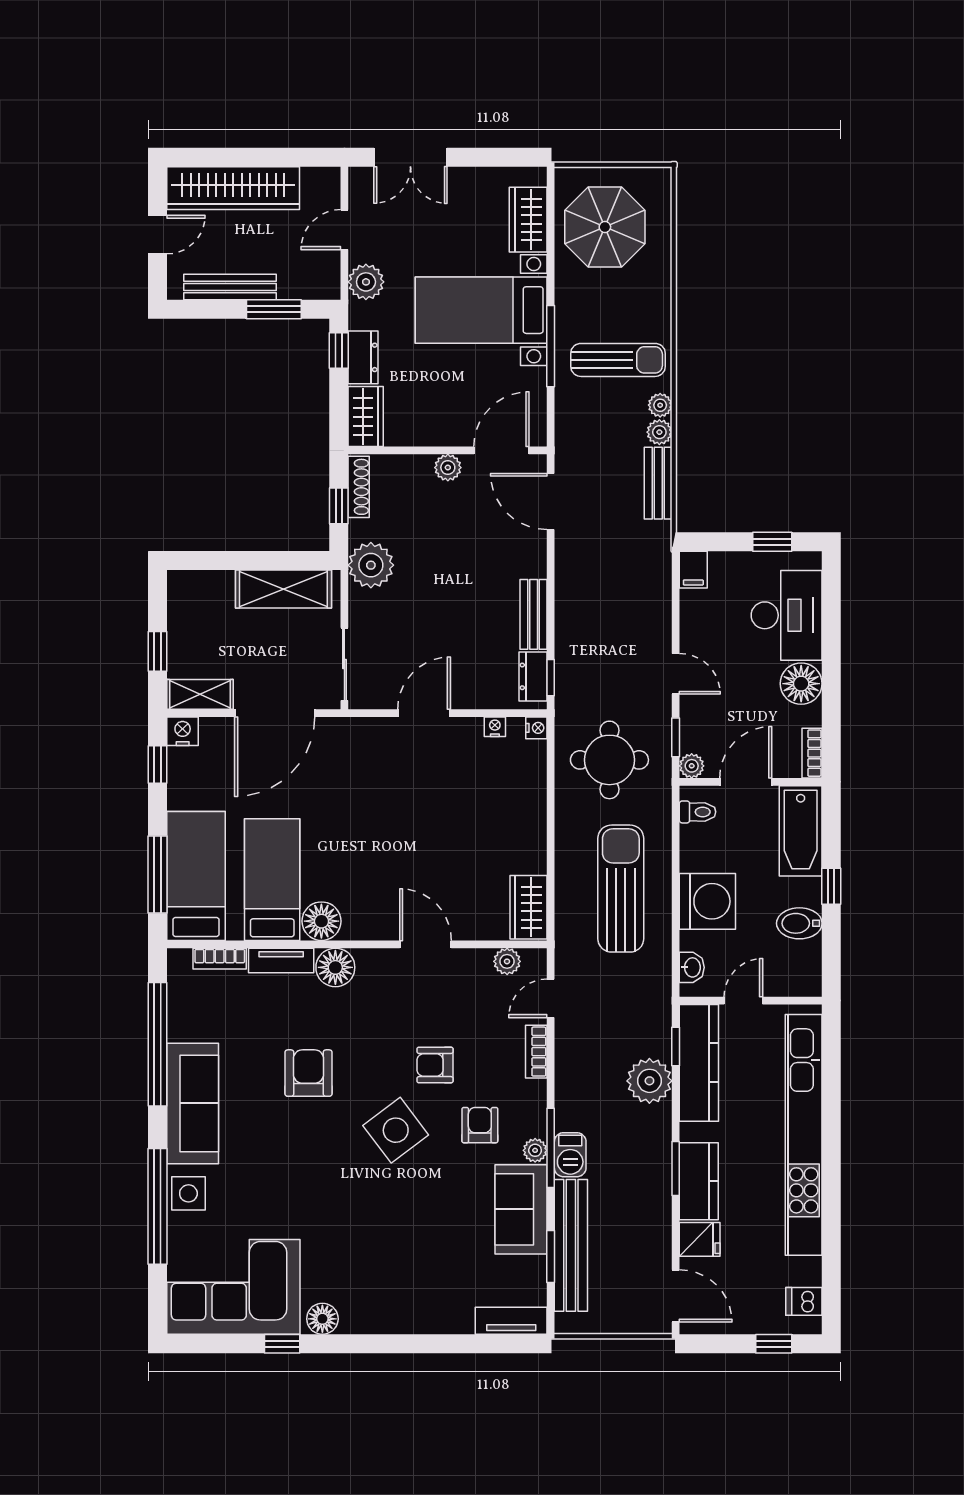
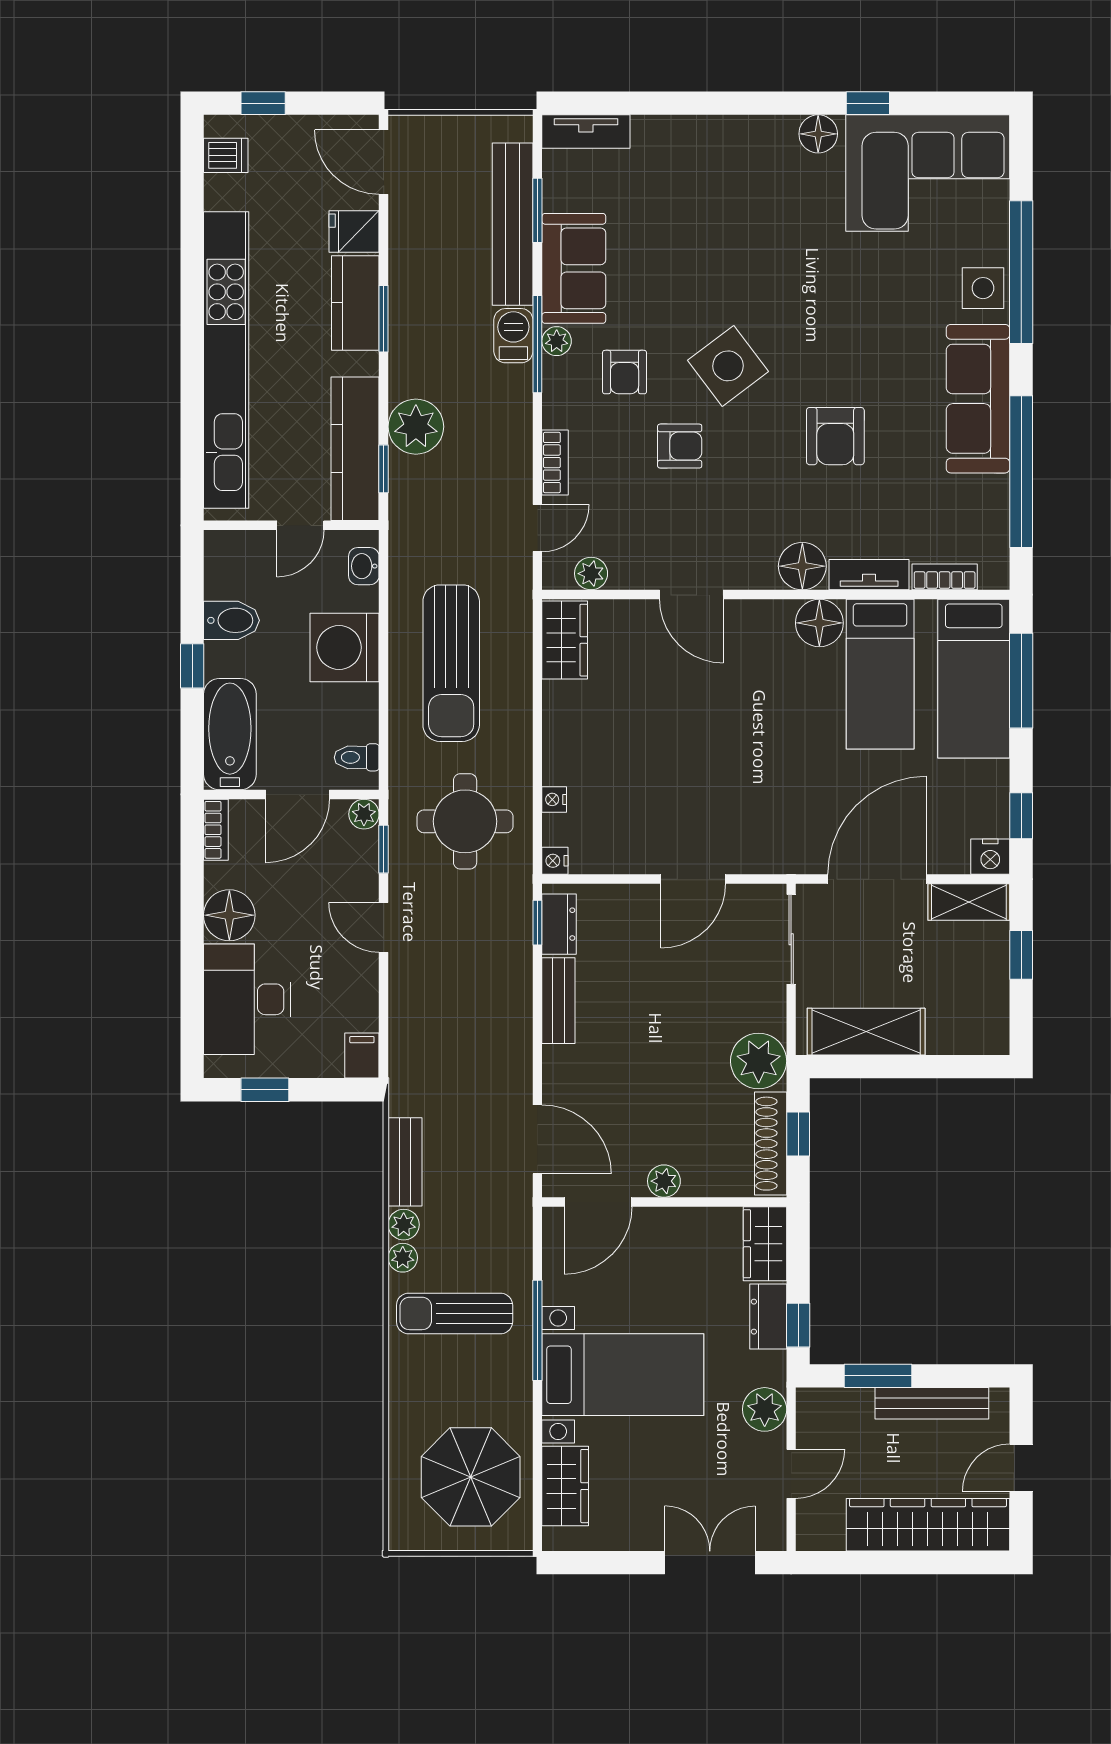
shoe rack: (359, 487) -> (771, 1144), width x1.36, depth x1.24
nightstand: (495, 727) -> (554, 799), moved, turned 90

